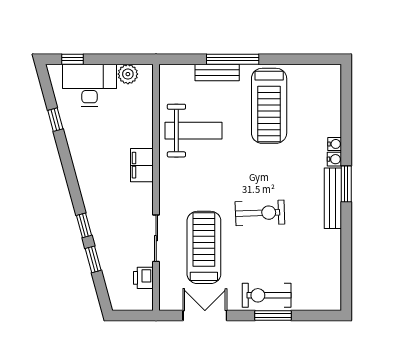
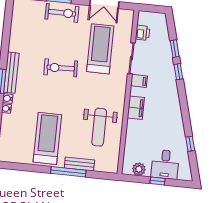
window: (72, 59) -> (158, 181), moved
desk: (90, 85) -> (165, 164), width x0.73
weight bench: (193, 131) -> (99, 127), turned -90
filing cabinet: (141, 206) -> (139, 81), added
treadmill: (204, 247) -> (100, 49), turned 180

